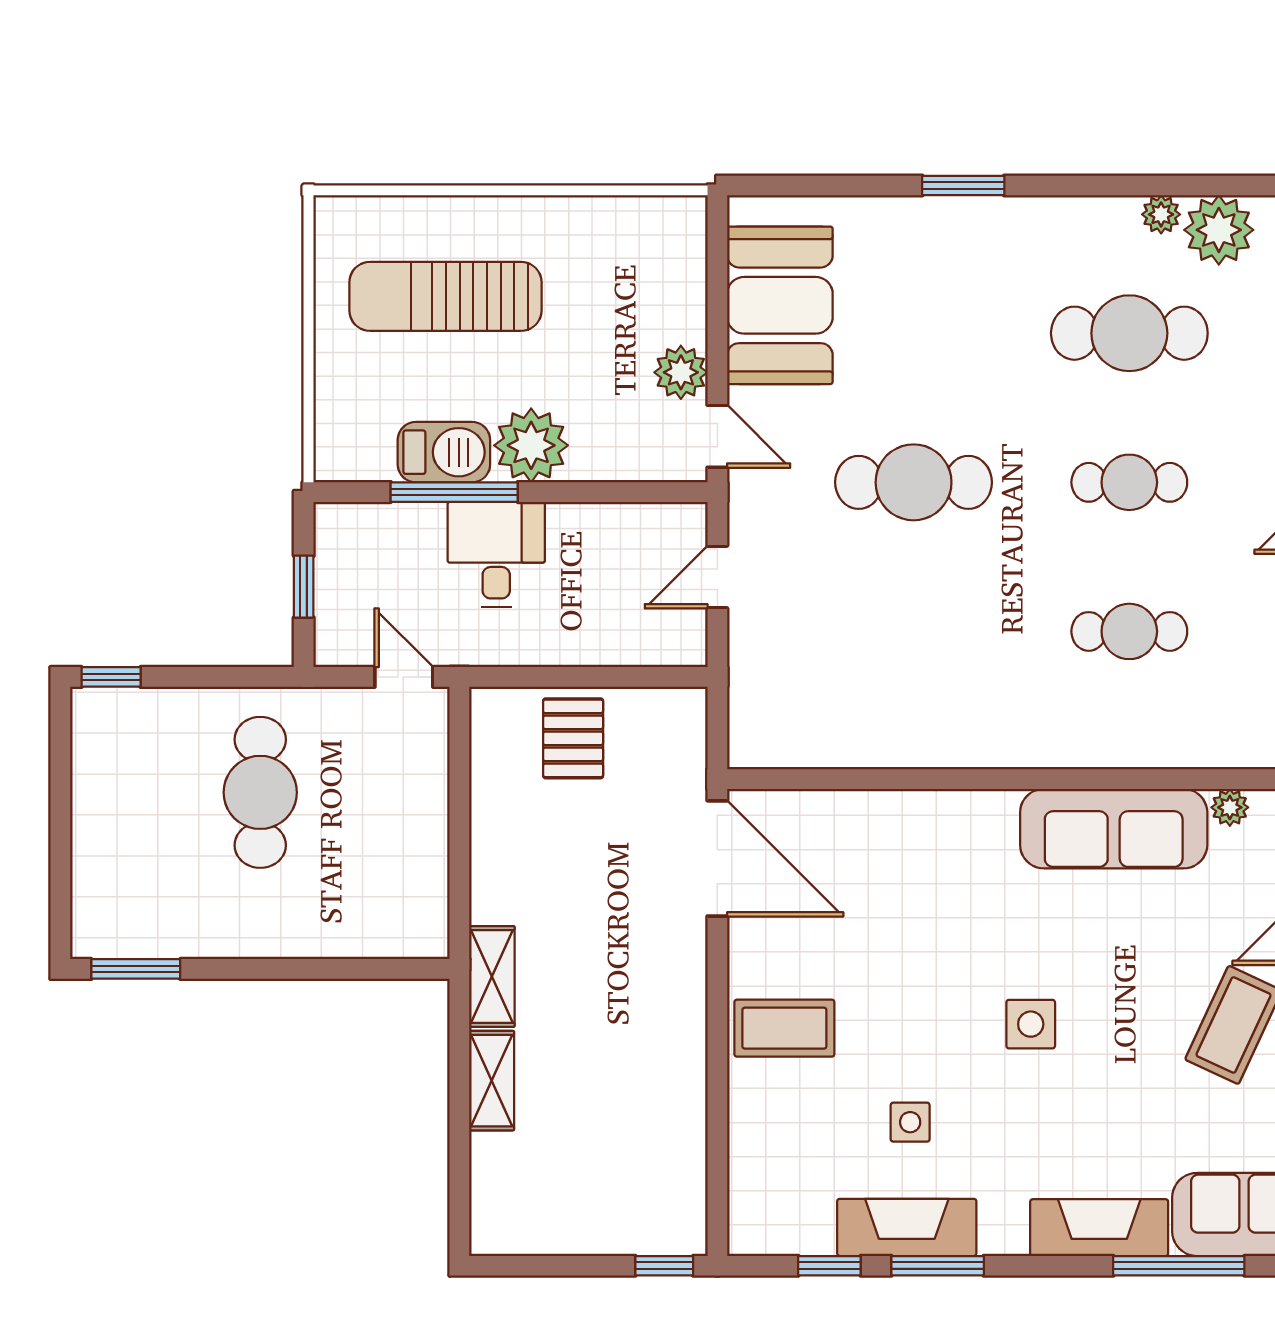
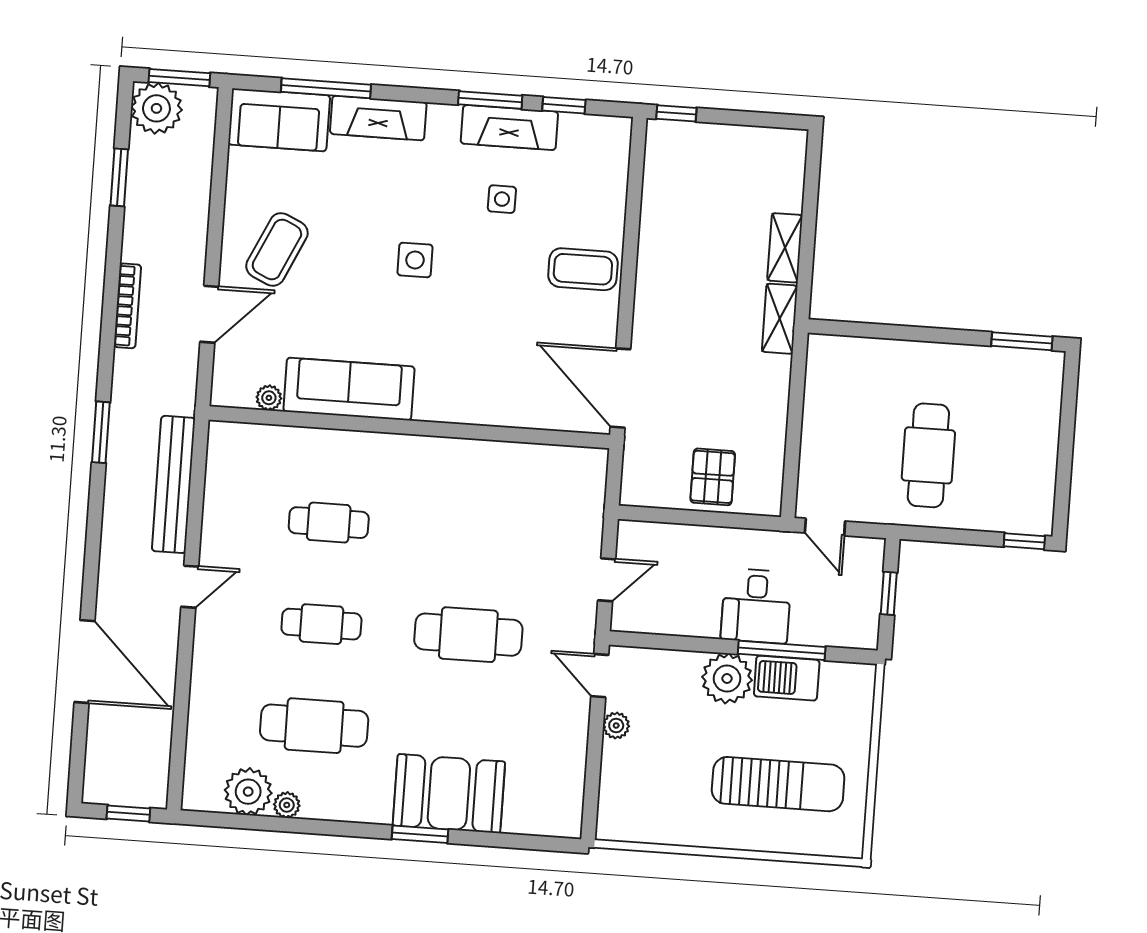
booth: (780, 305) -> (449, 794), moved, turned 90
plant: (681, 372) -> (616, 726), width x0.73, depth x0.73

